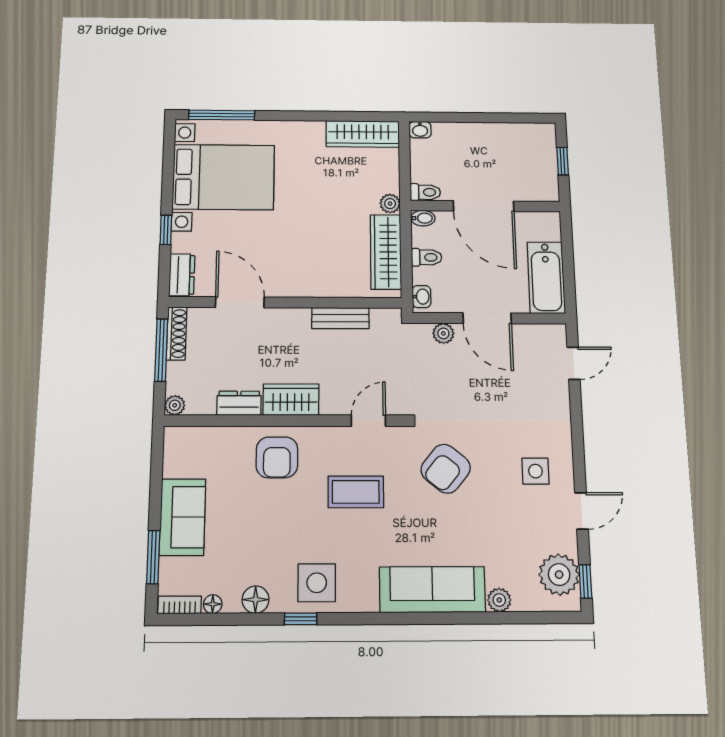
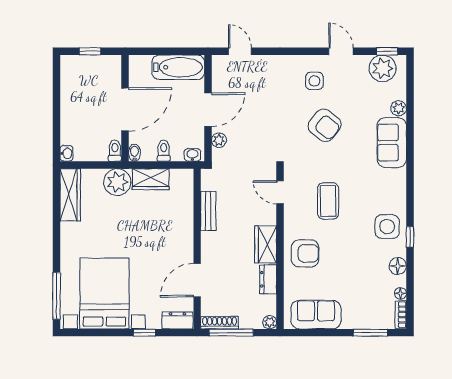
plant: (390, 204) -> (117, 182), width x1.88, depth x1.88
wardrobe: (386, 252) -> (151, 179), width x0.67
armchair: (446, 469) -> (325, 125), moved
sofa: (183, 517) -> (316, 315), moved
sofa: (432, 590) -> (392, 143), width x0.73

